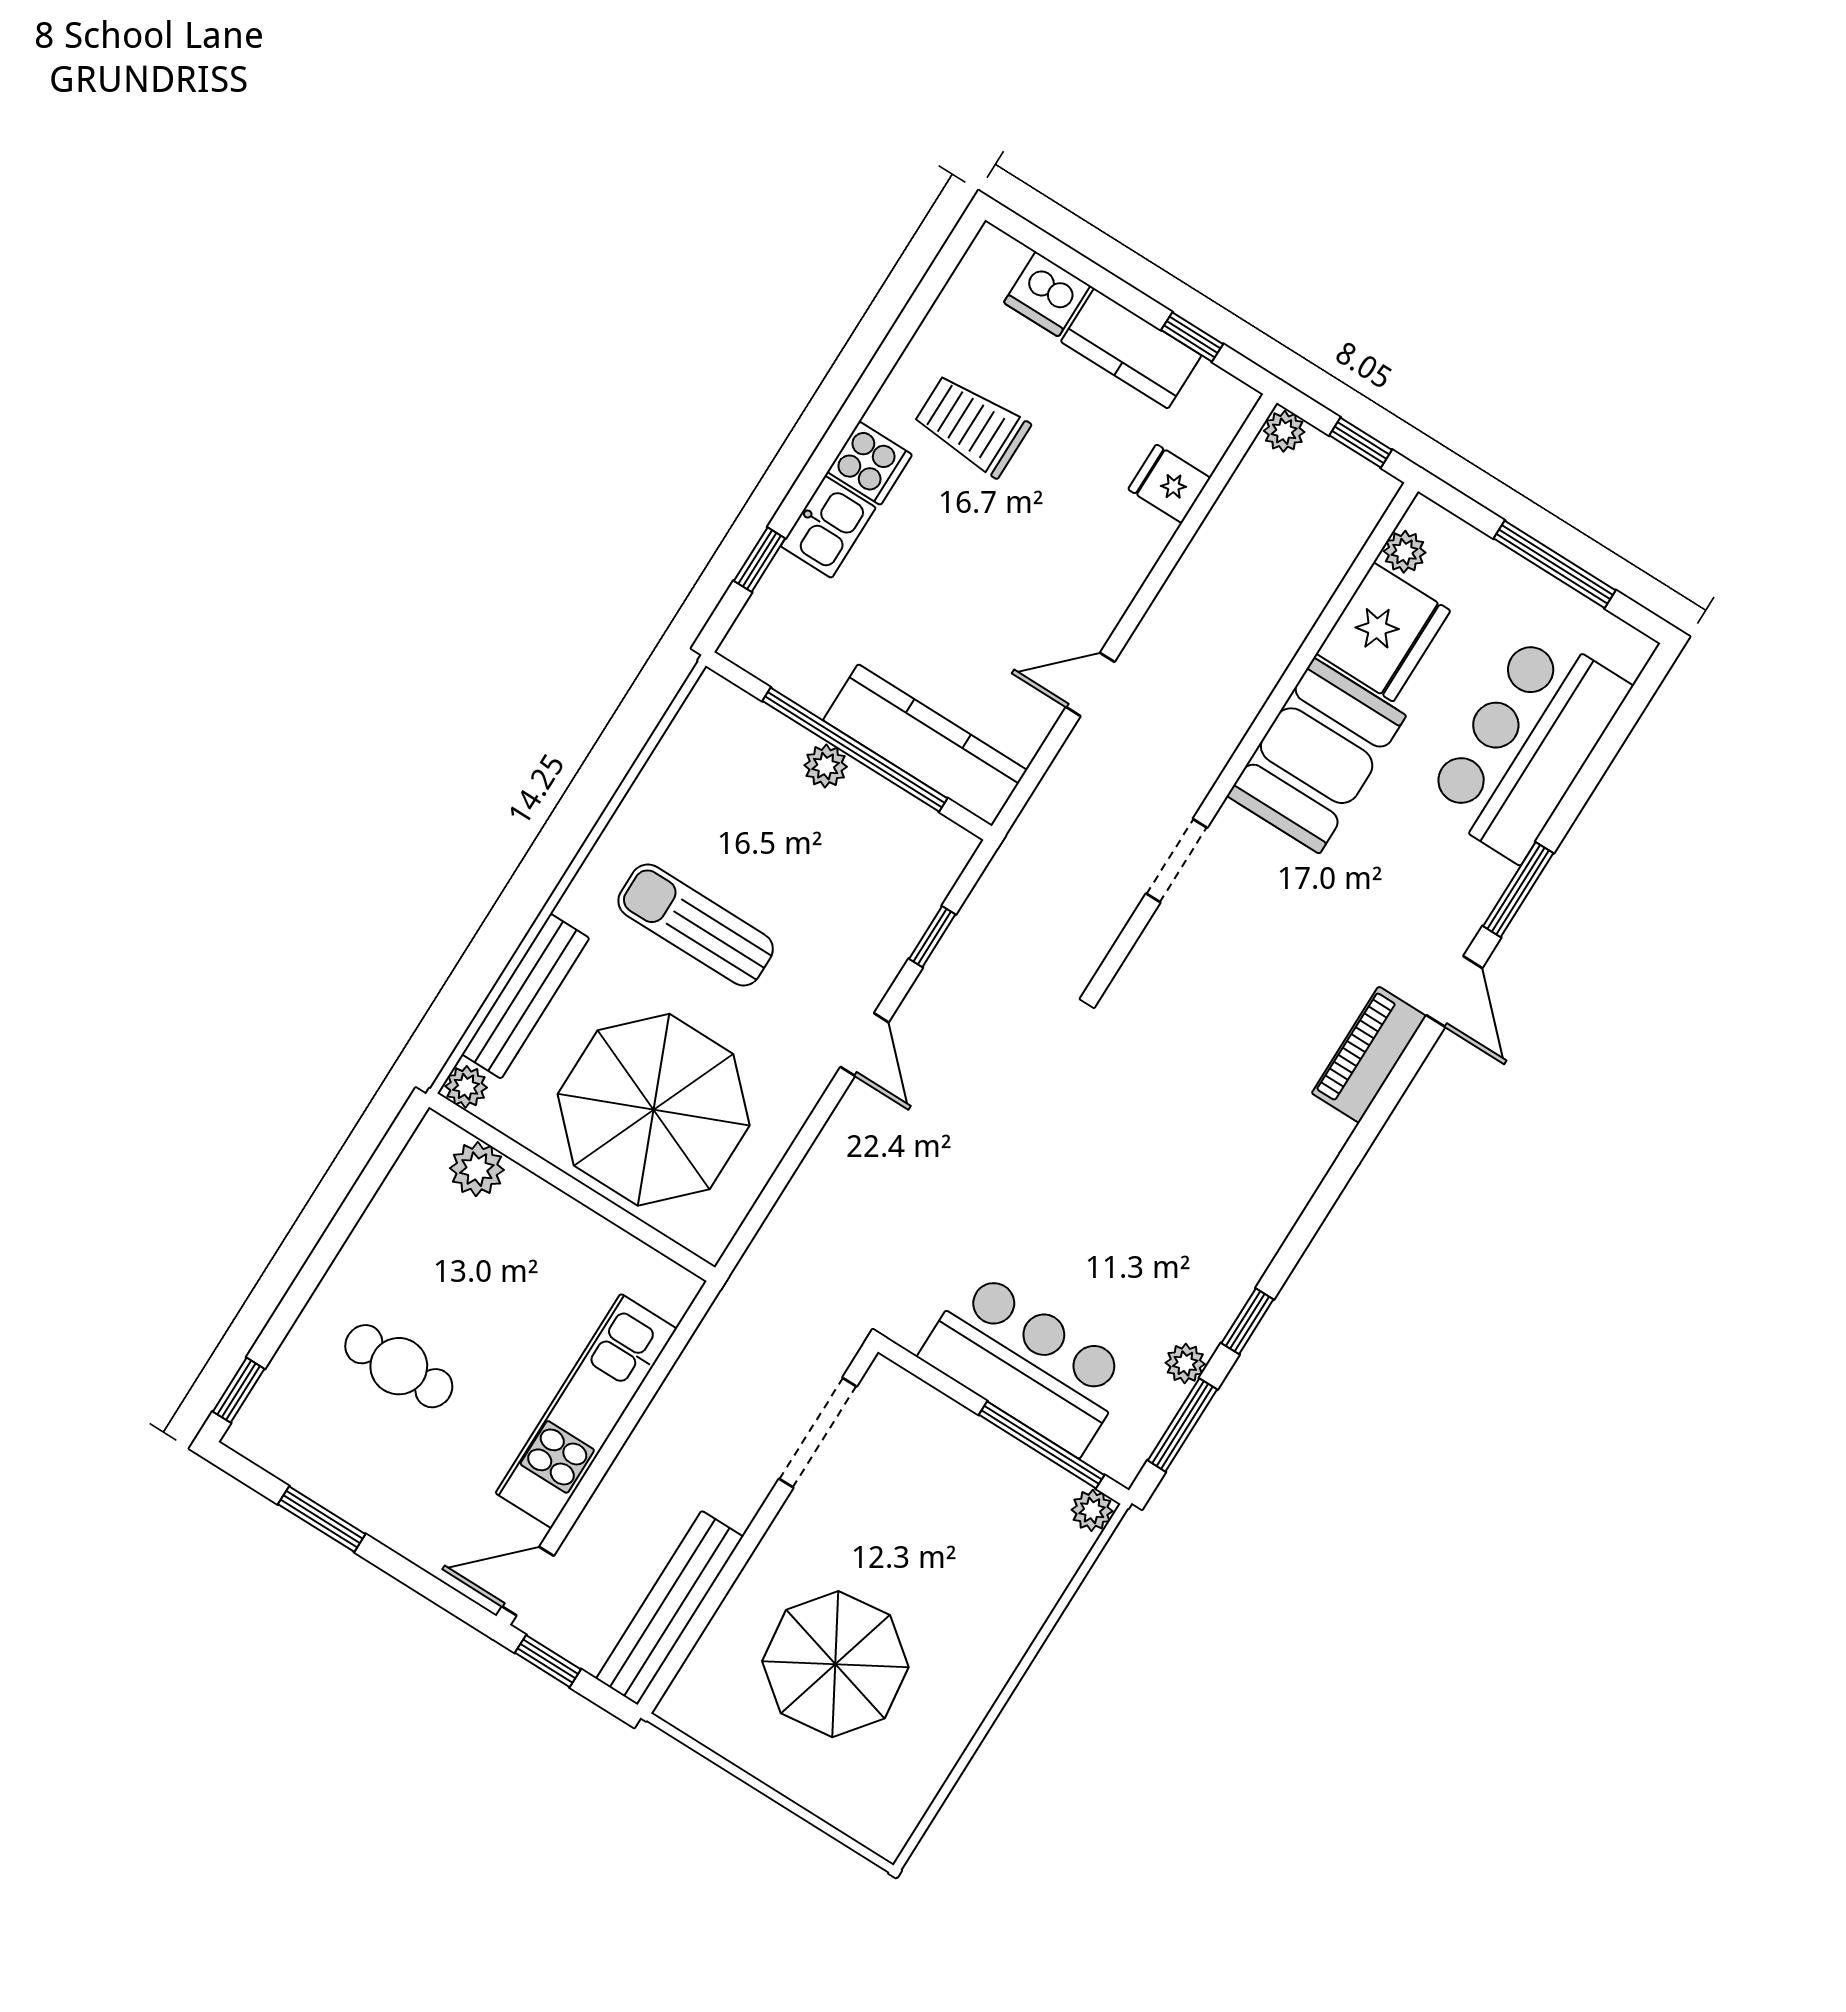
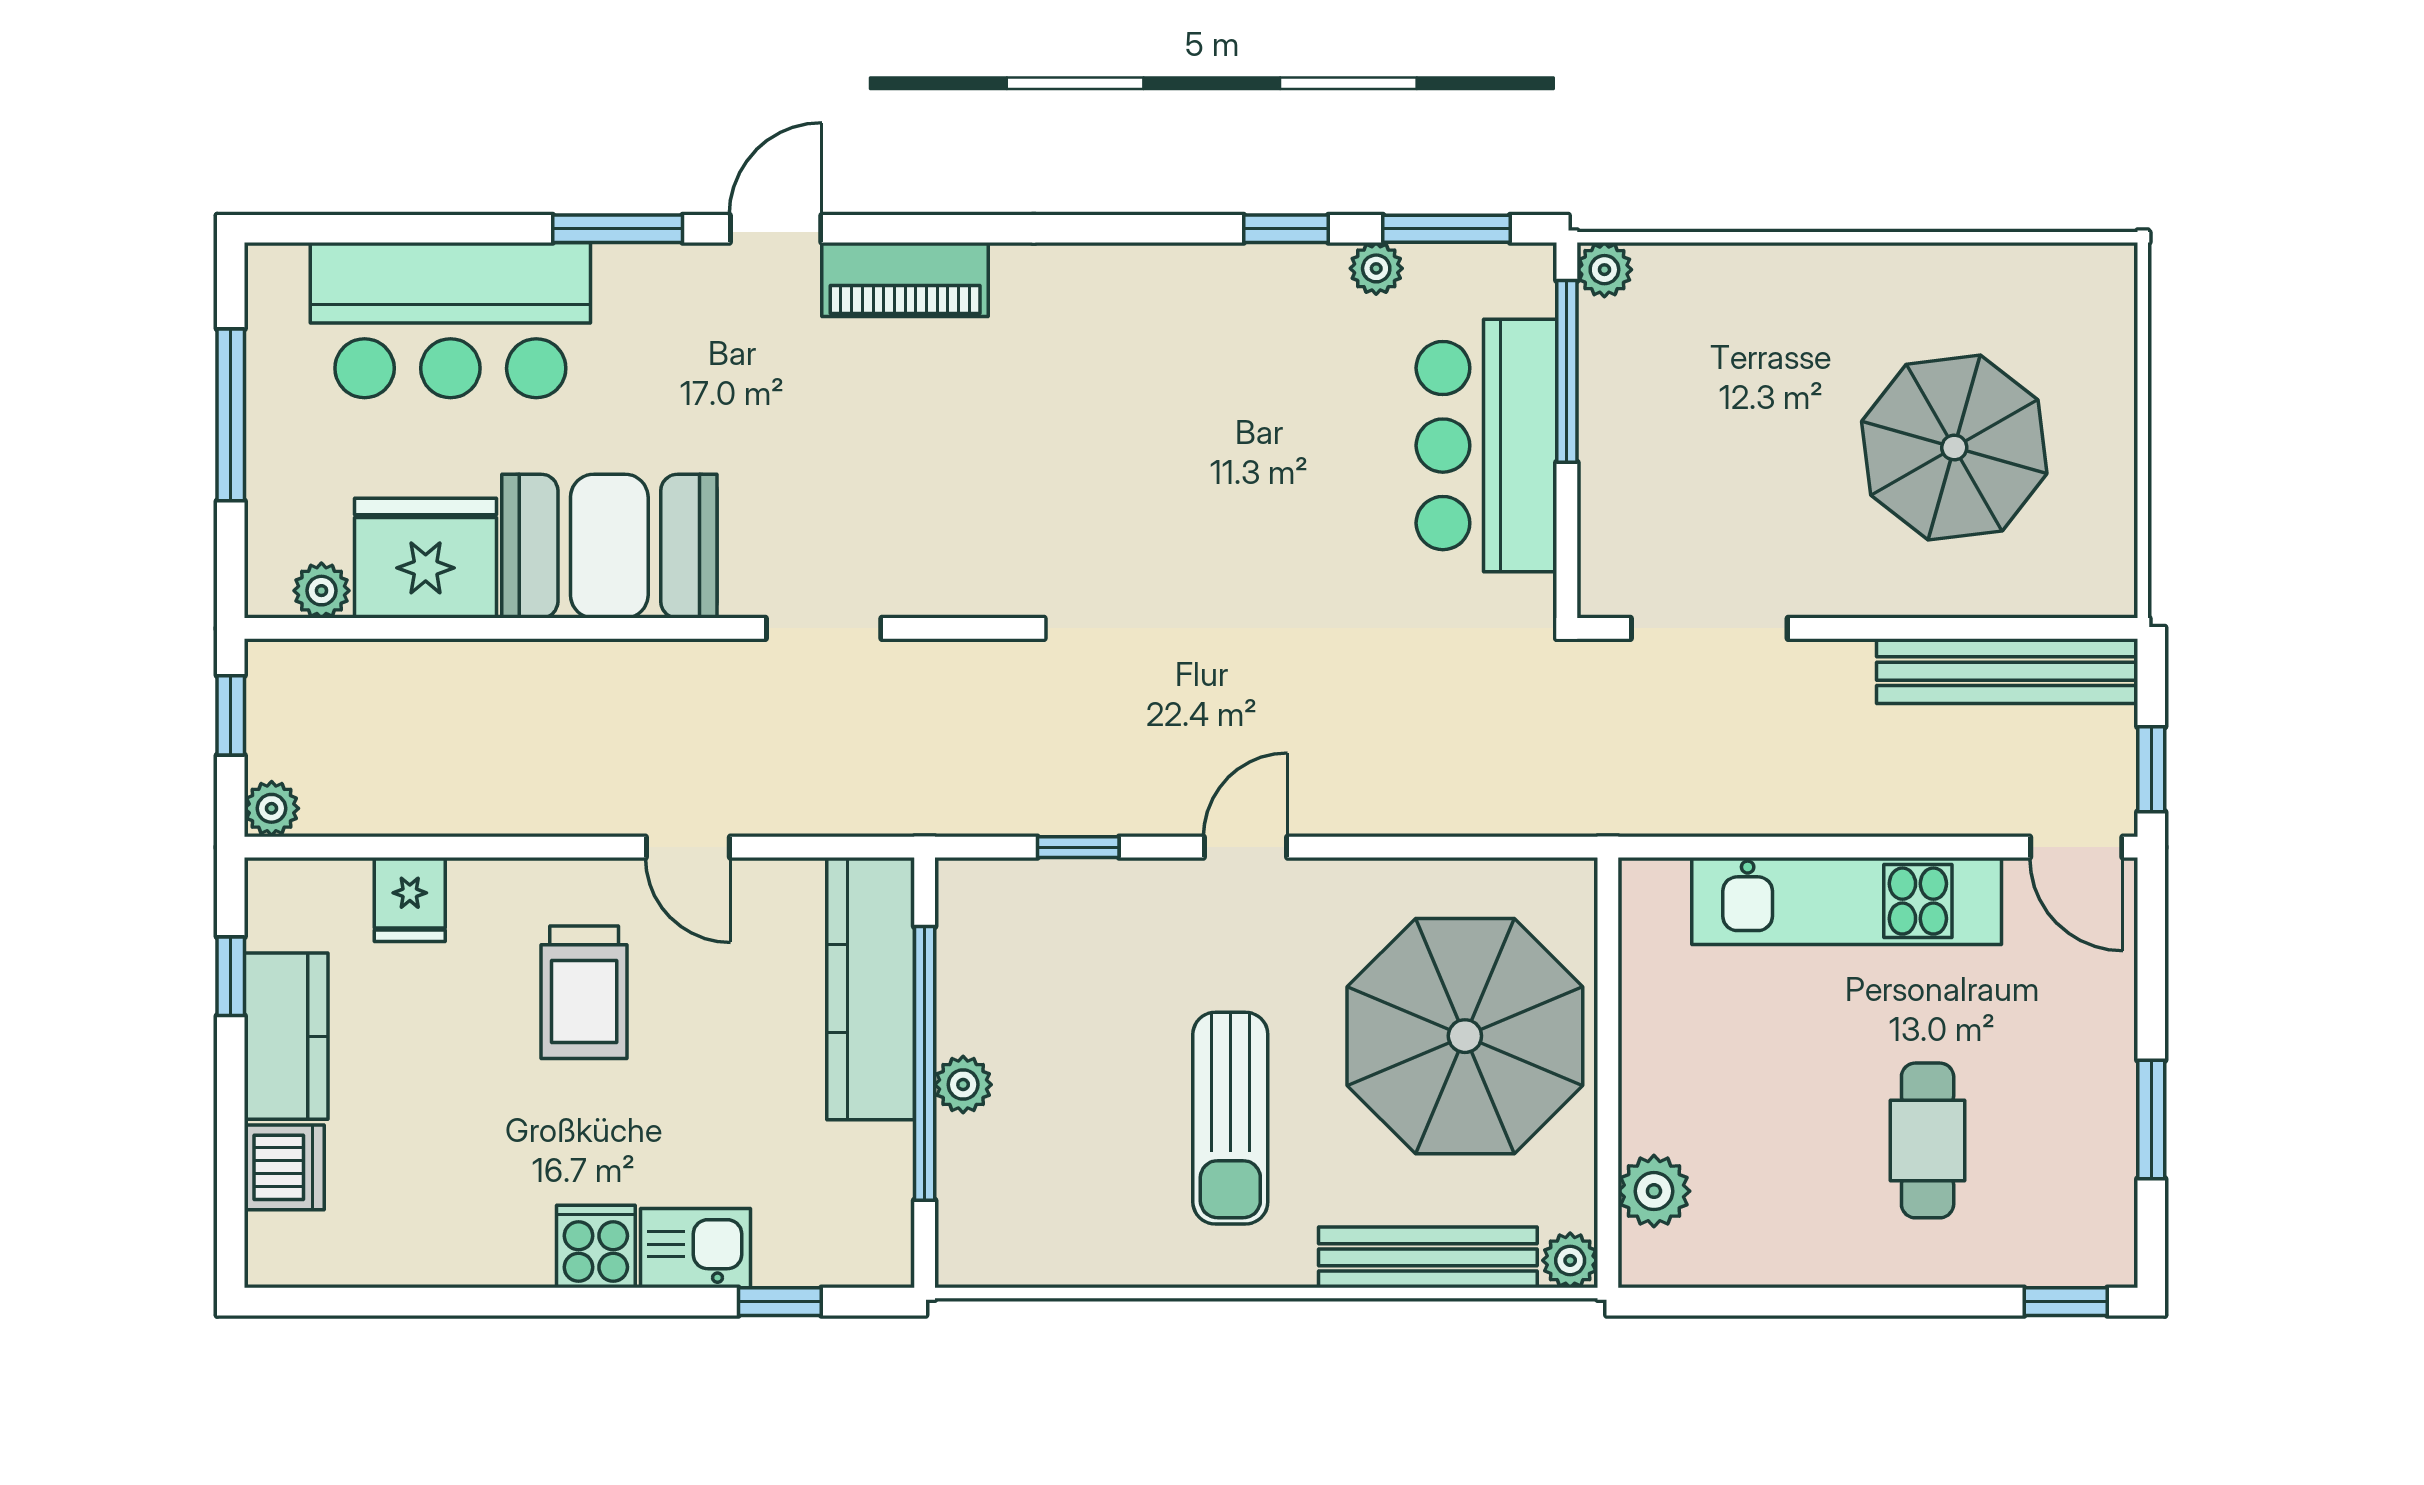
trolley: (972, 425) -> (584, 992), moved

